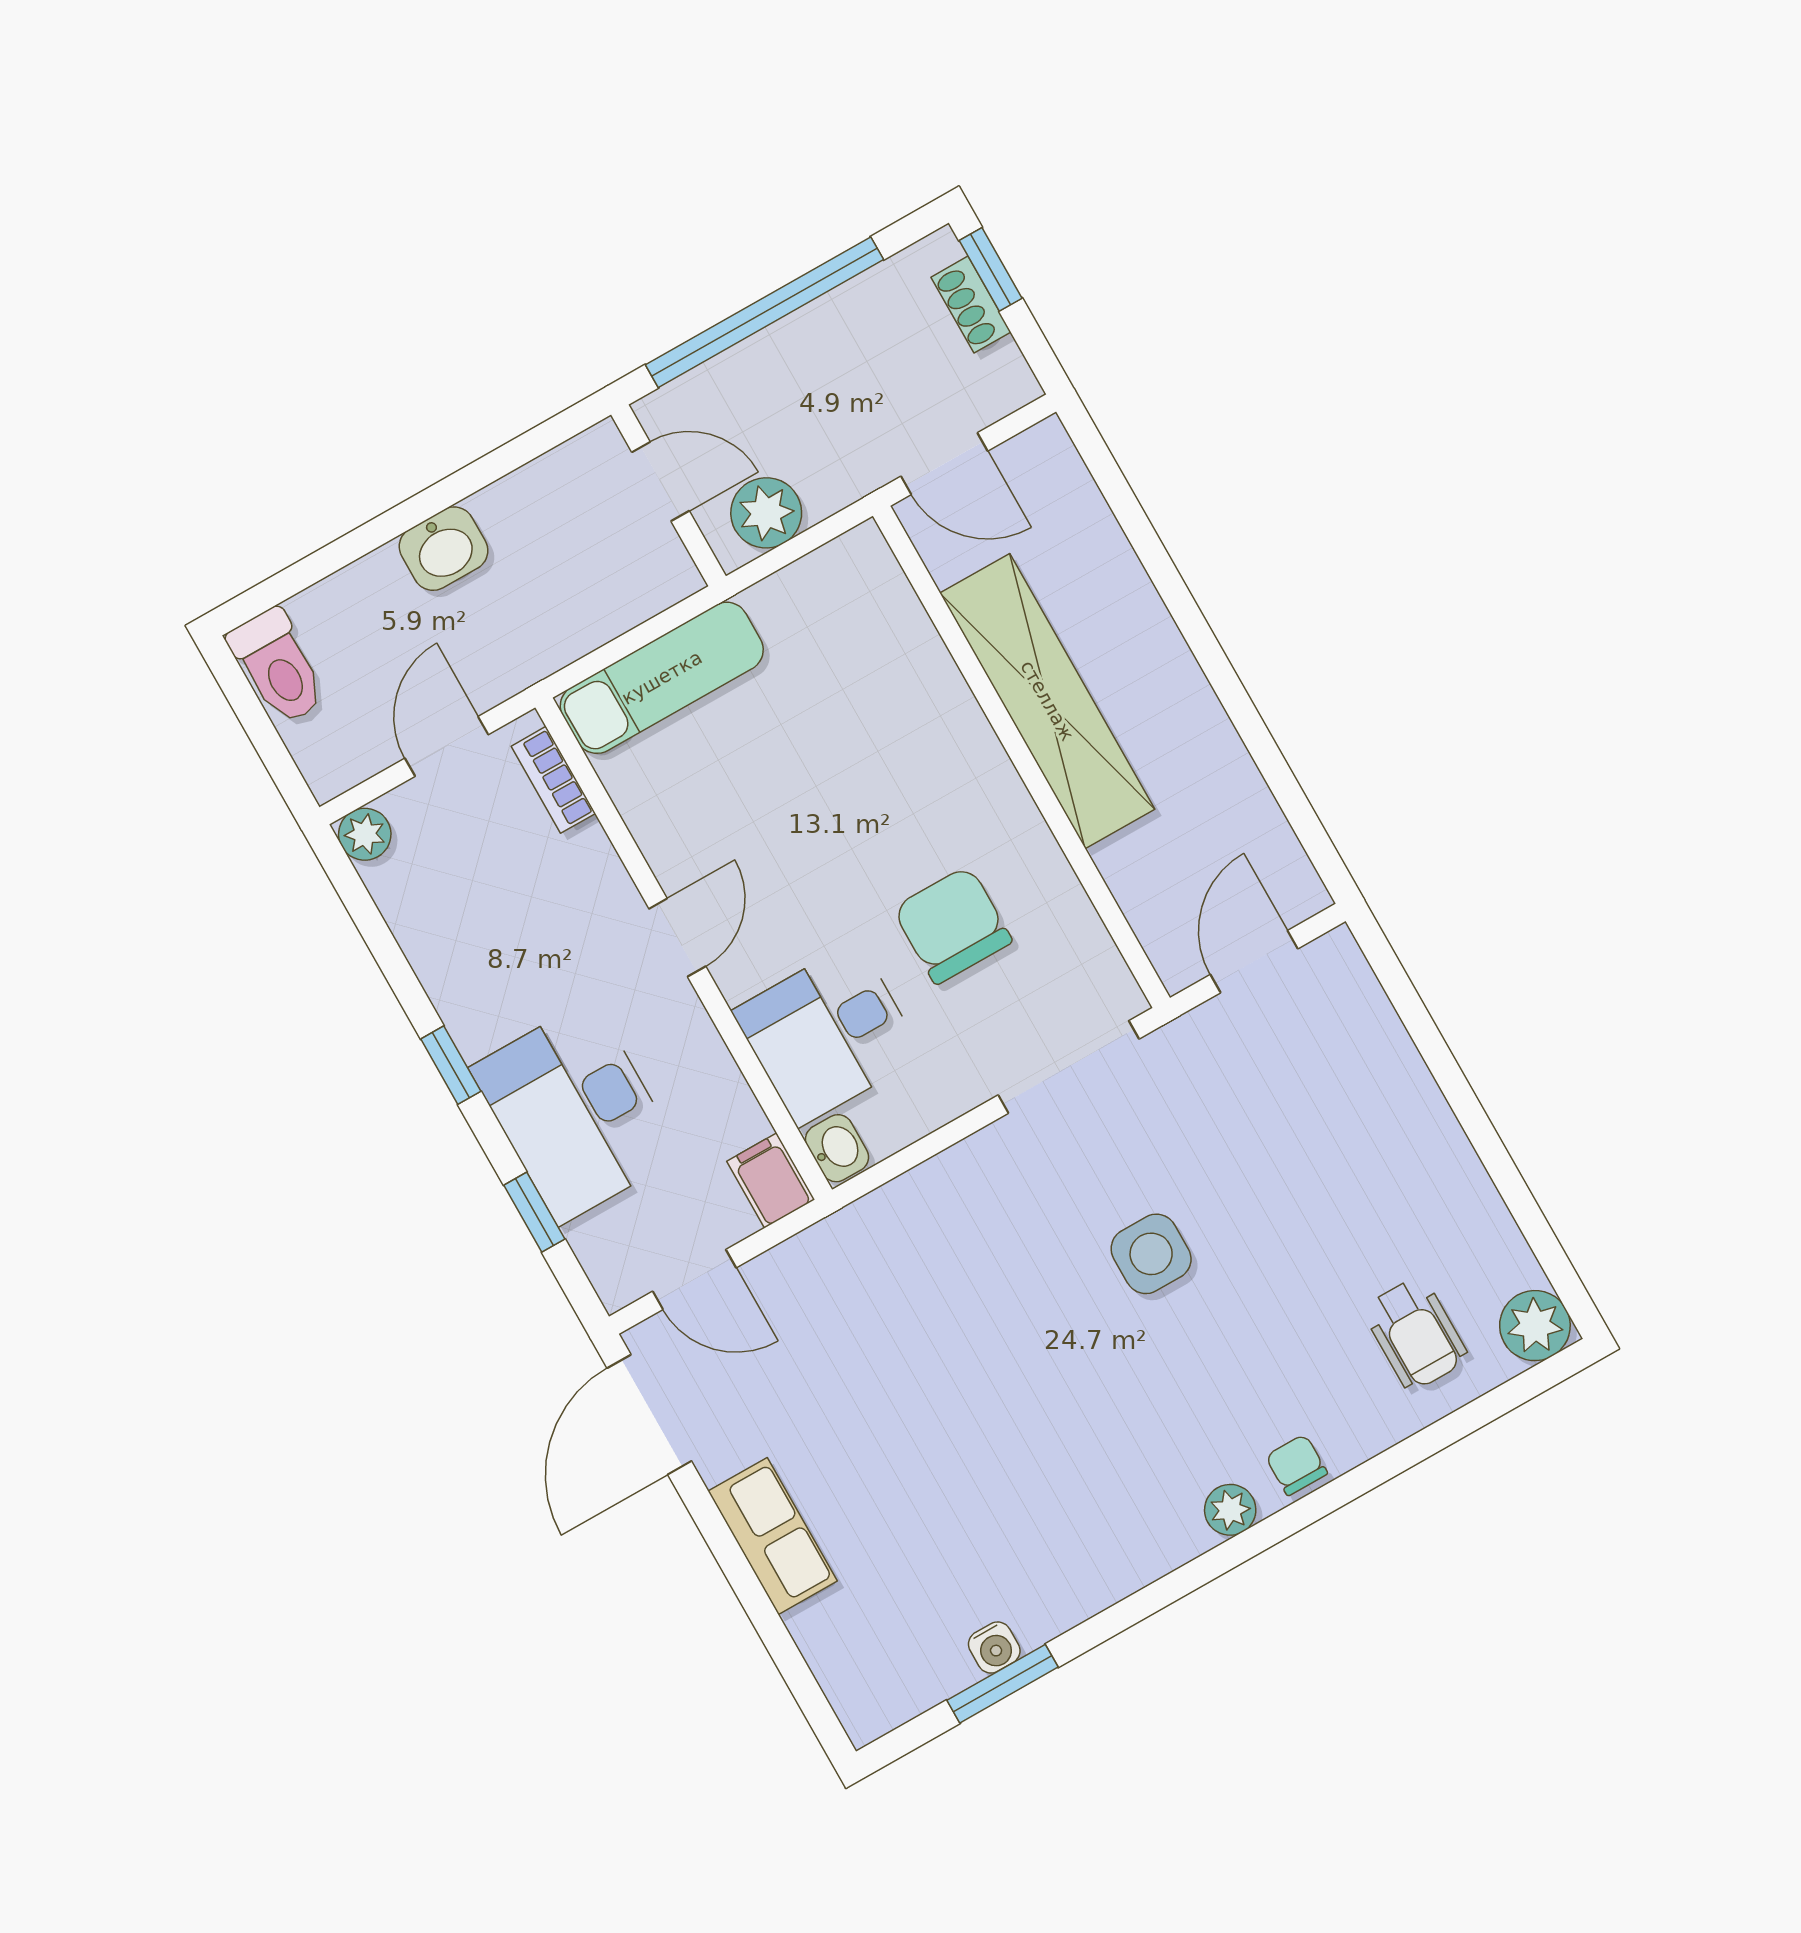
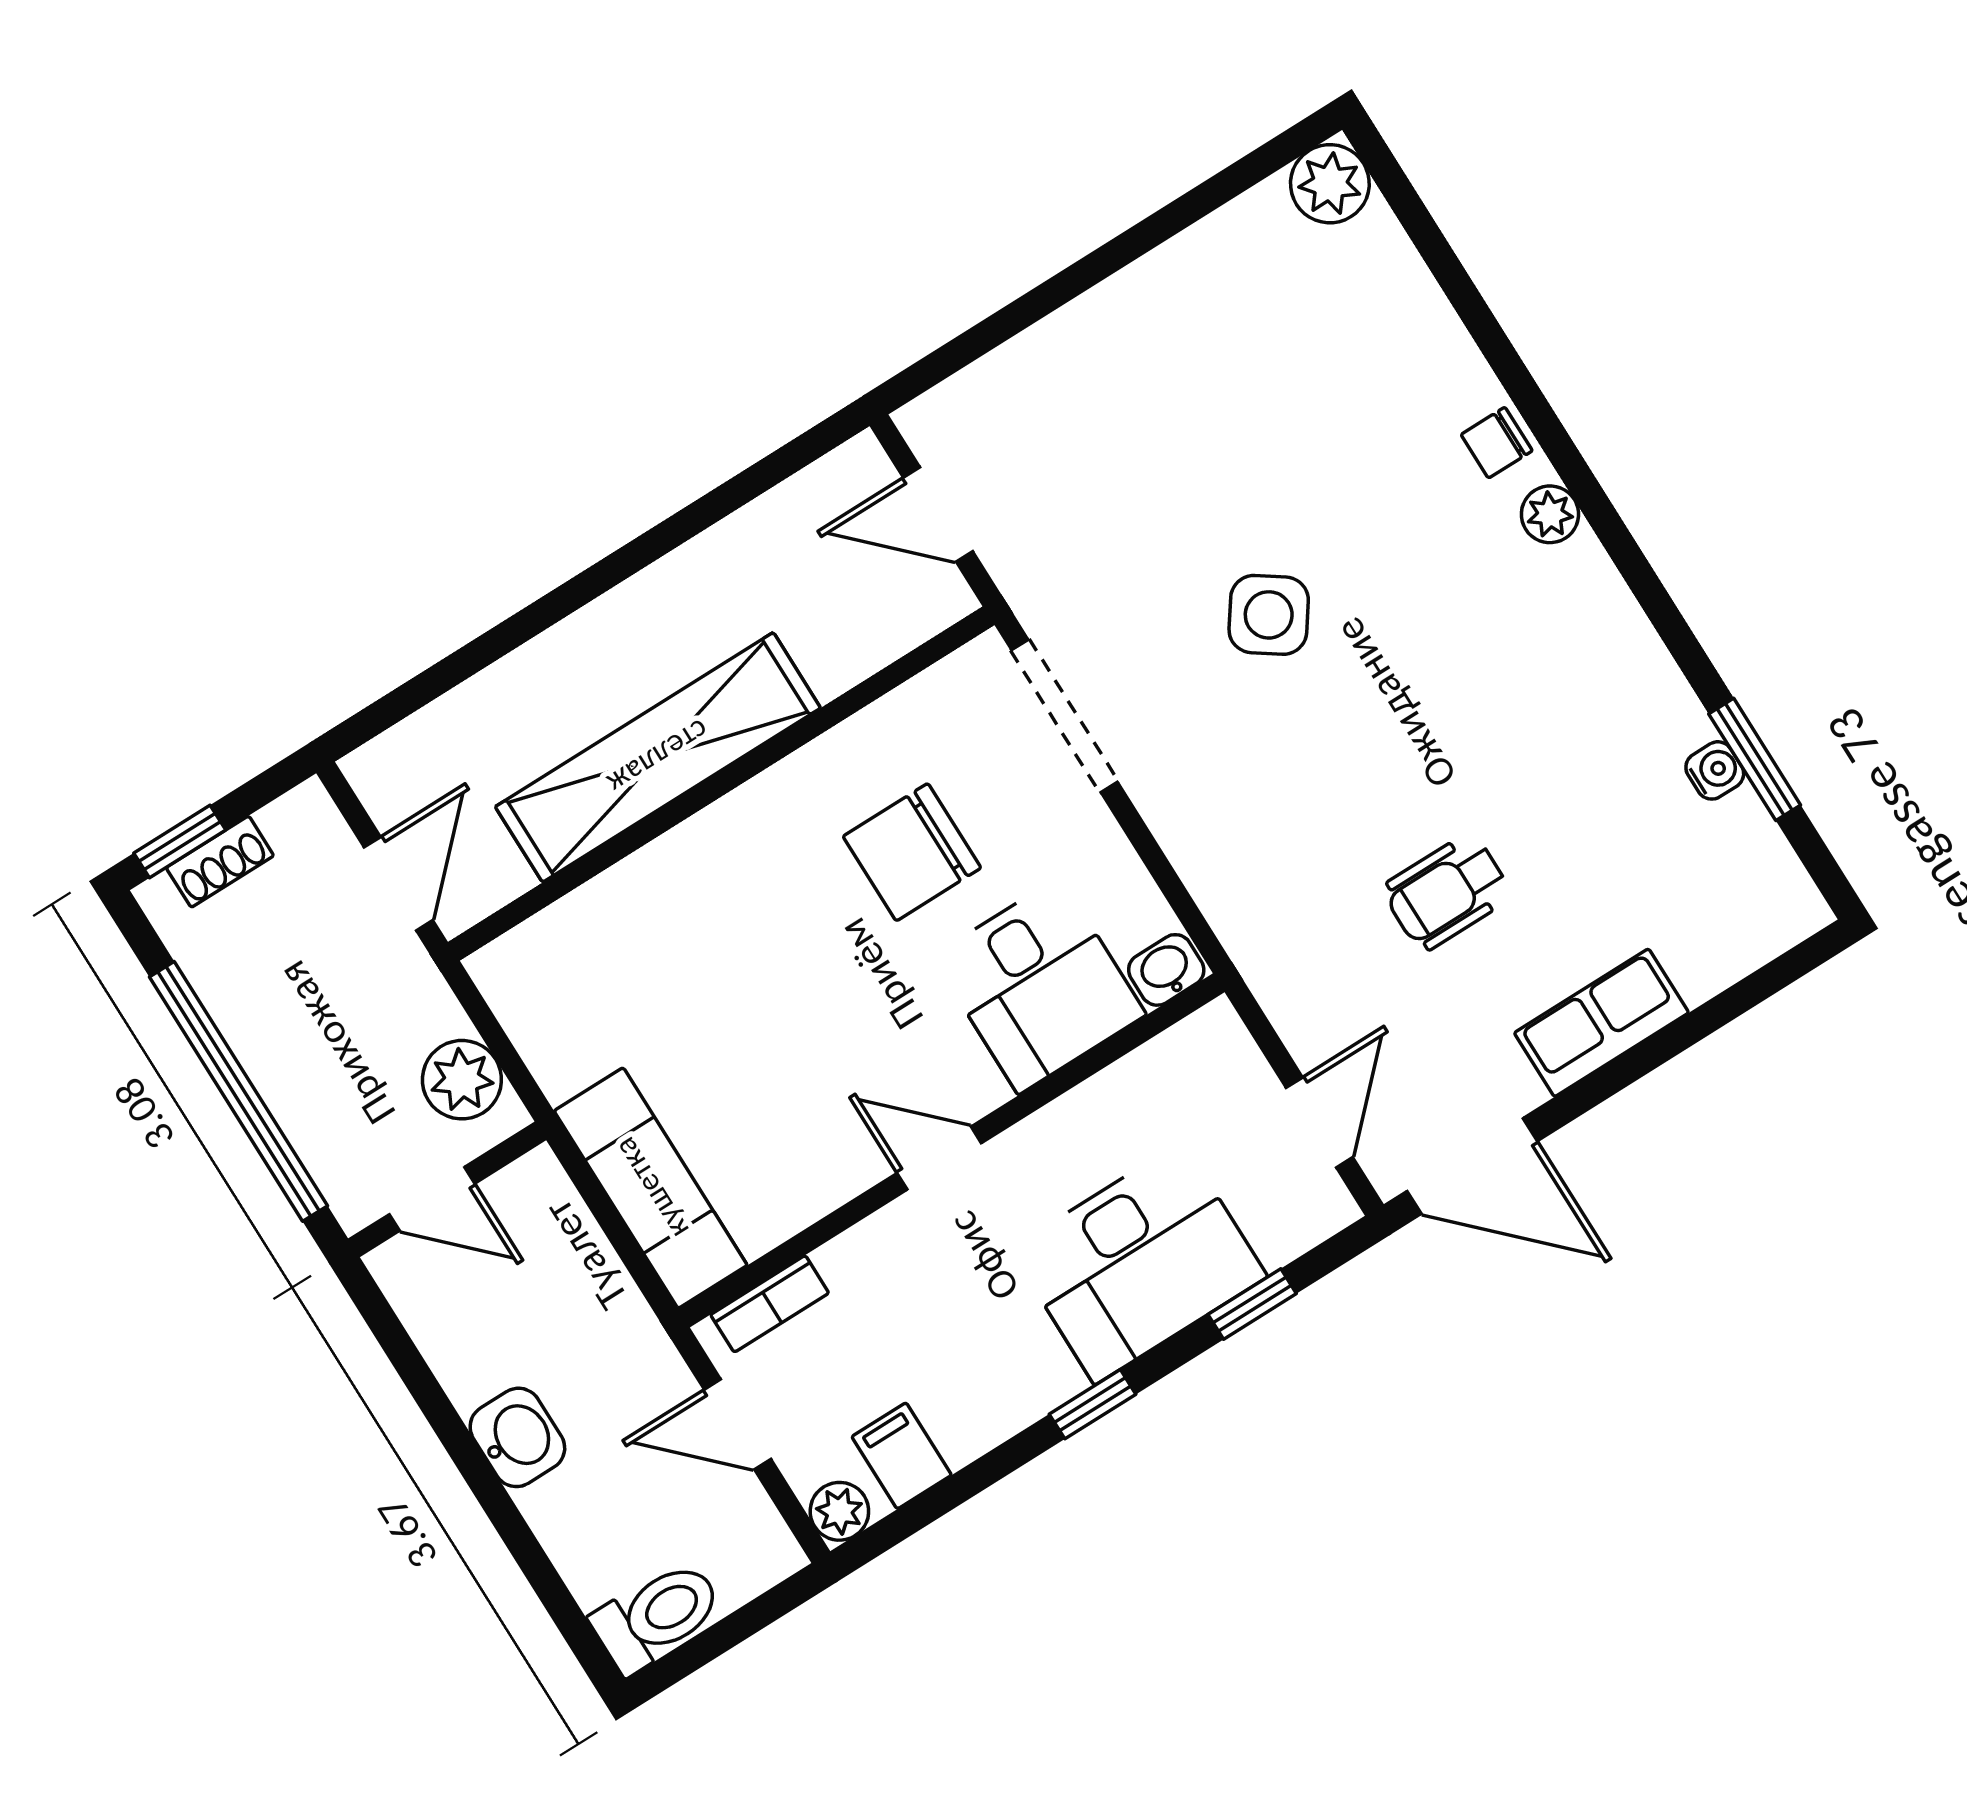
door: (661, 481) -> (432, 1199), swing flipped
filing cabinet: (771, 1180) -> (902, 1456), moved, turned 90
side table: (1151, 1254) -> (1269, 615), turned 35
wheelchair: (1415, 1334) -> (1447, 892), moved, turned 180

